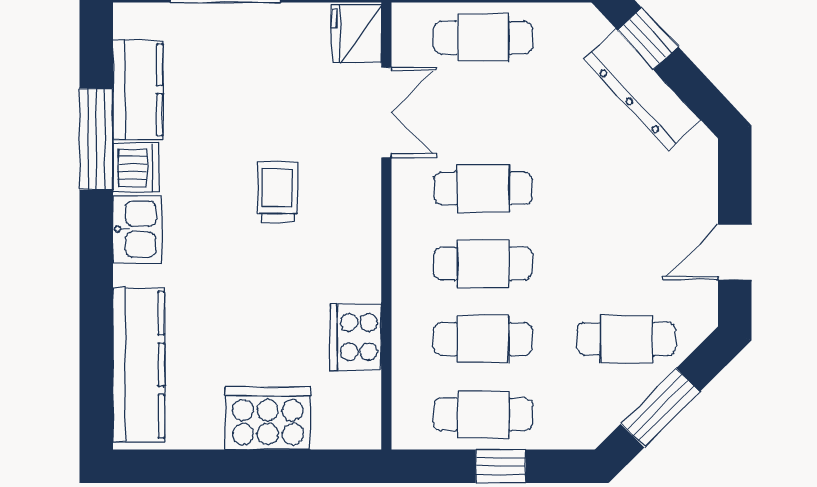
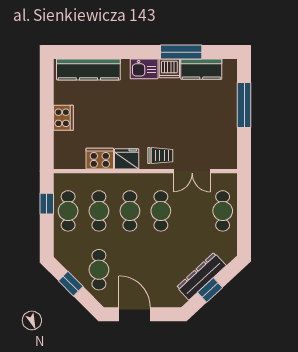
fridge: (356, 34) -> (127, 159), moved
window: (648, 39) -> (210, 290), moved
trolley: (278, 192) -> (160, 156), moved
door: (735, 252) -> (135, 314), width x1.38
window: (660, 408) -> (71, 284), width x0.67
cooker: (268, 418) -> (63, 118), width x0.73, depth x0.76
window: (501, 466) -> (47, 204), moved

